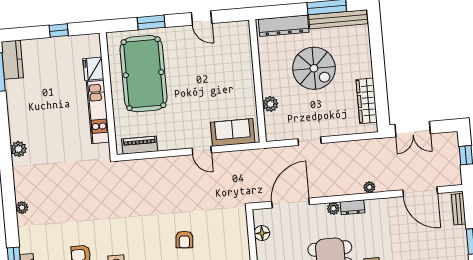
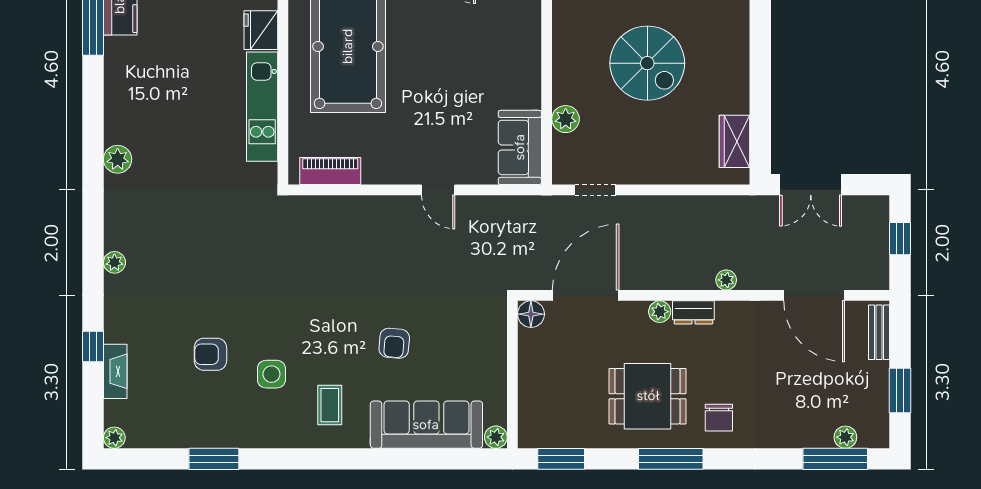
wardrobe: (367, 101) -> (735, 141), width x0.67
sofa: (233, 132) -> (520, 147), moved, turned -90
doorway: (309, 141) -> (595, 190), moved
floor lamp: (262, 233) -> (531, 314), moved

